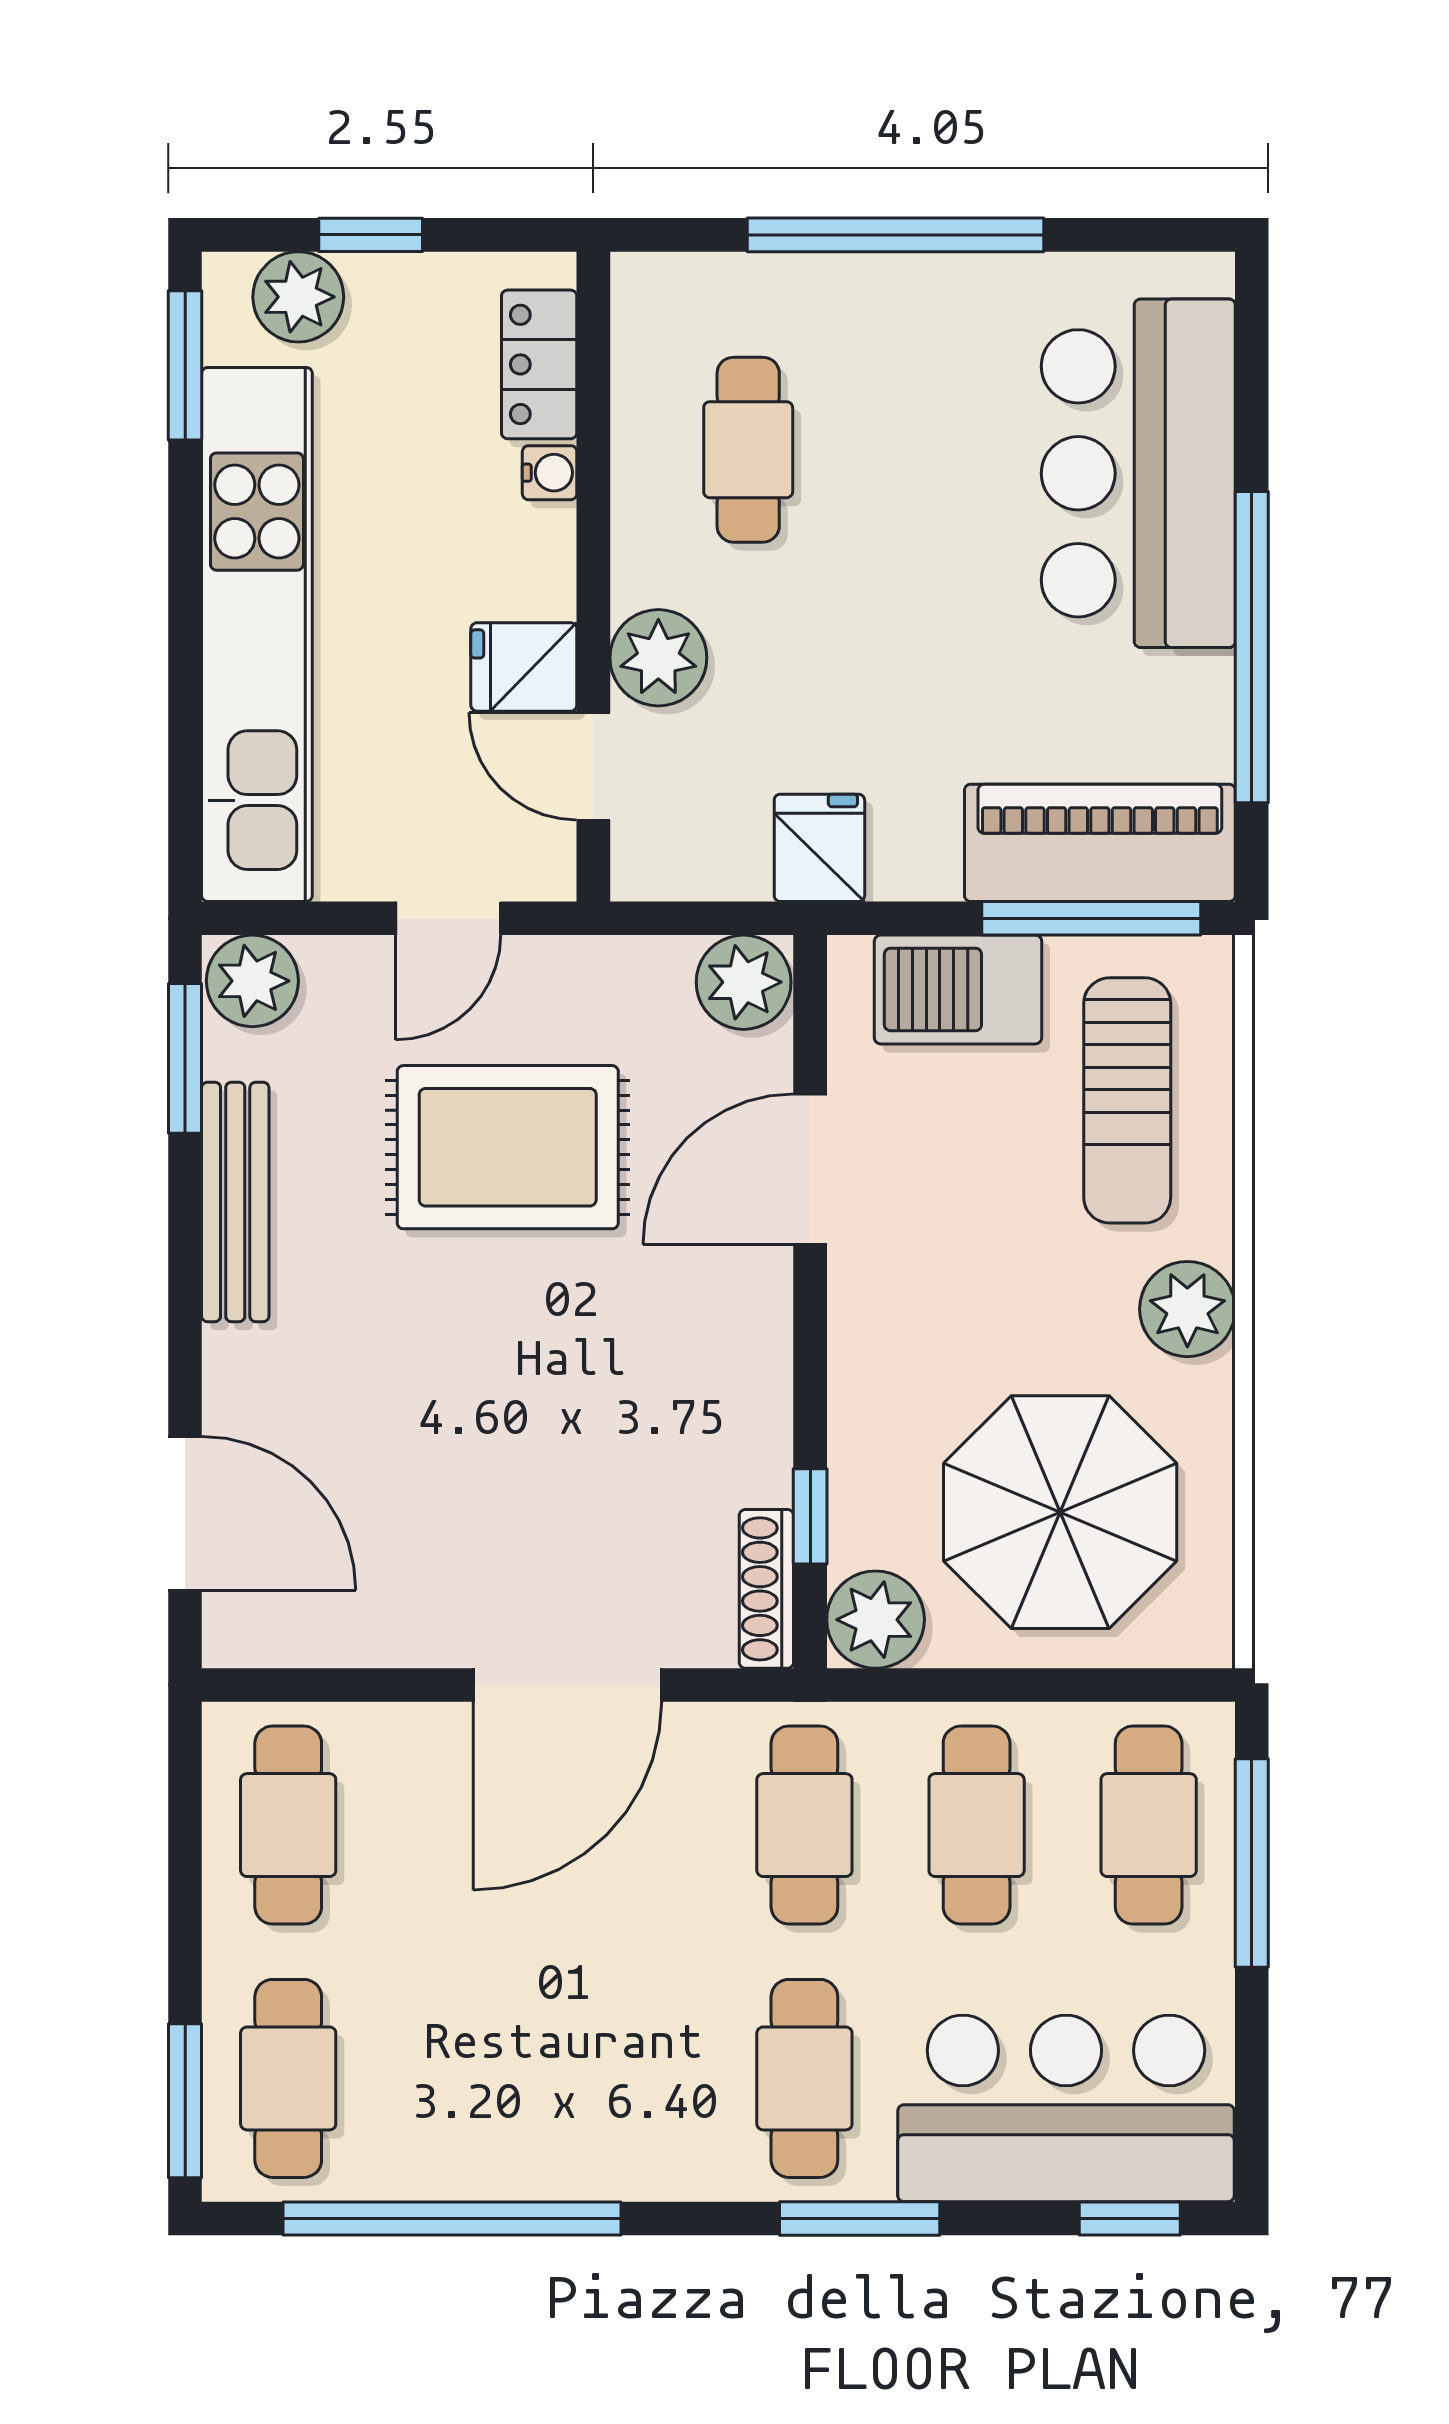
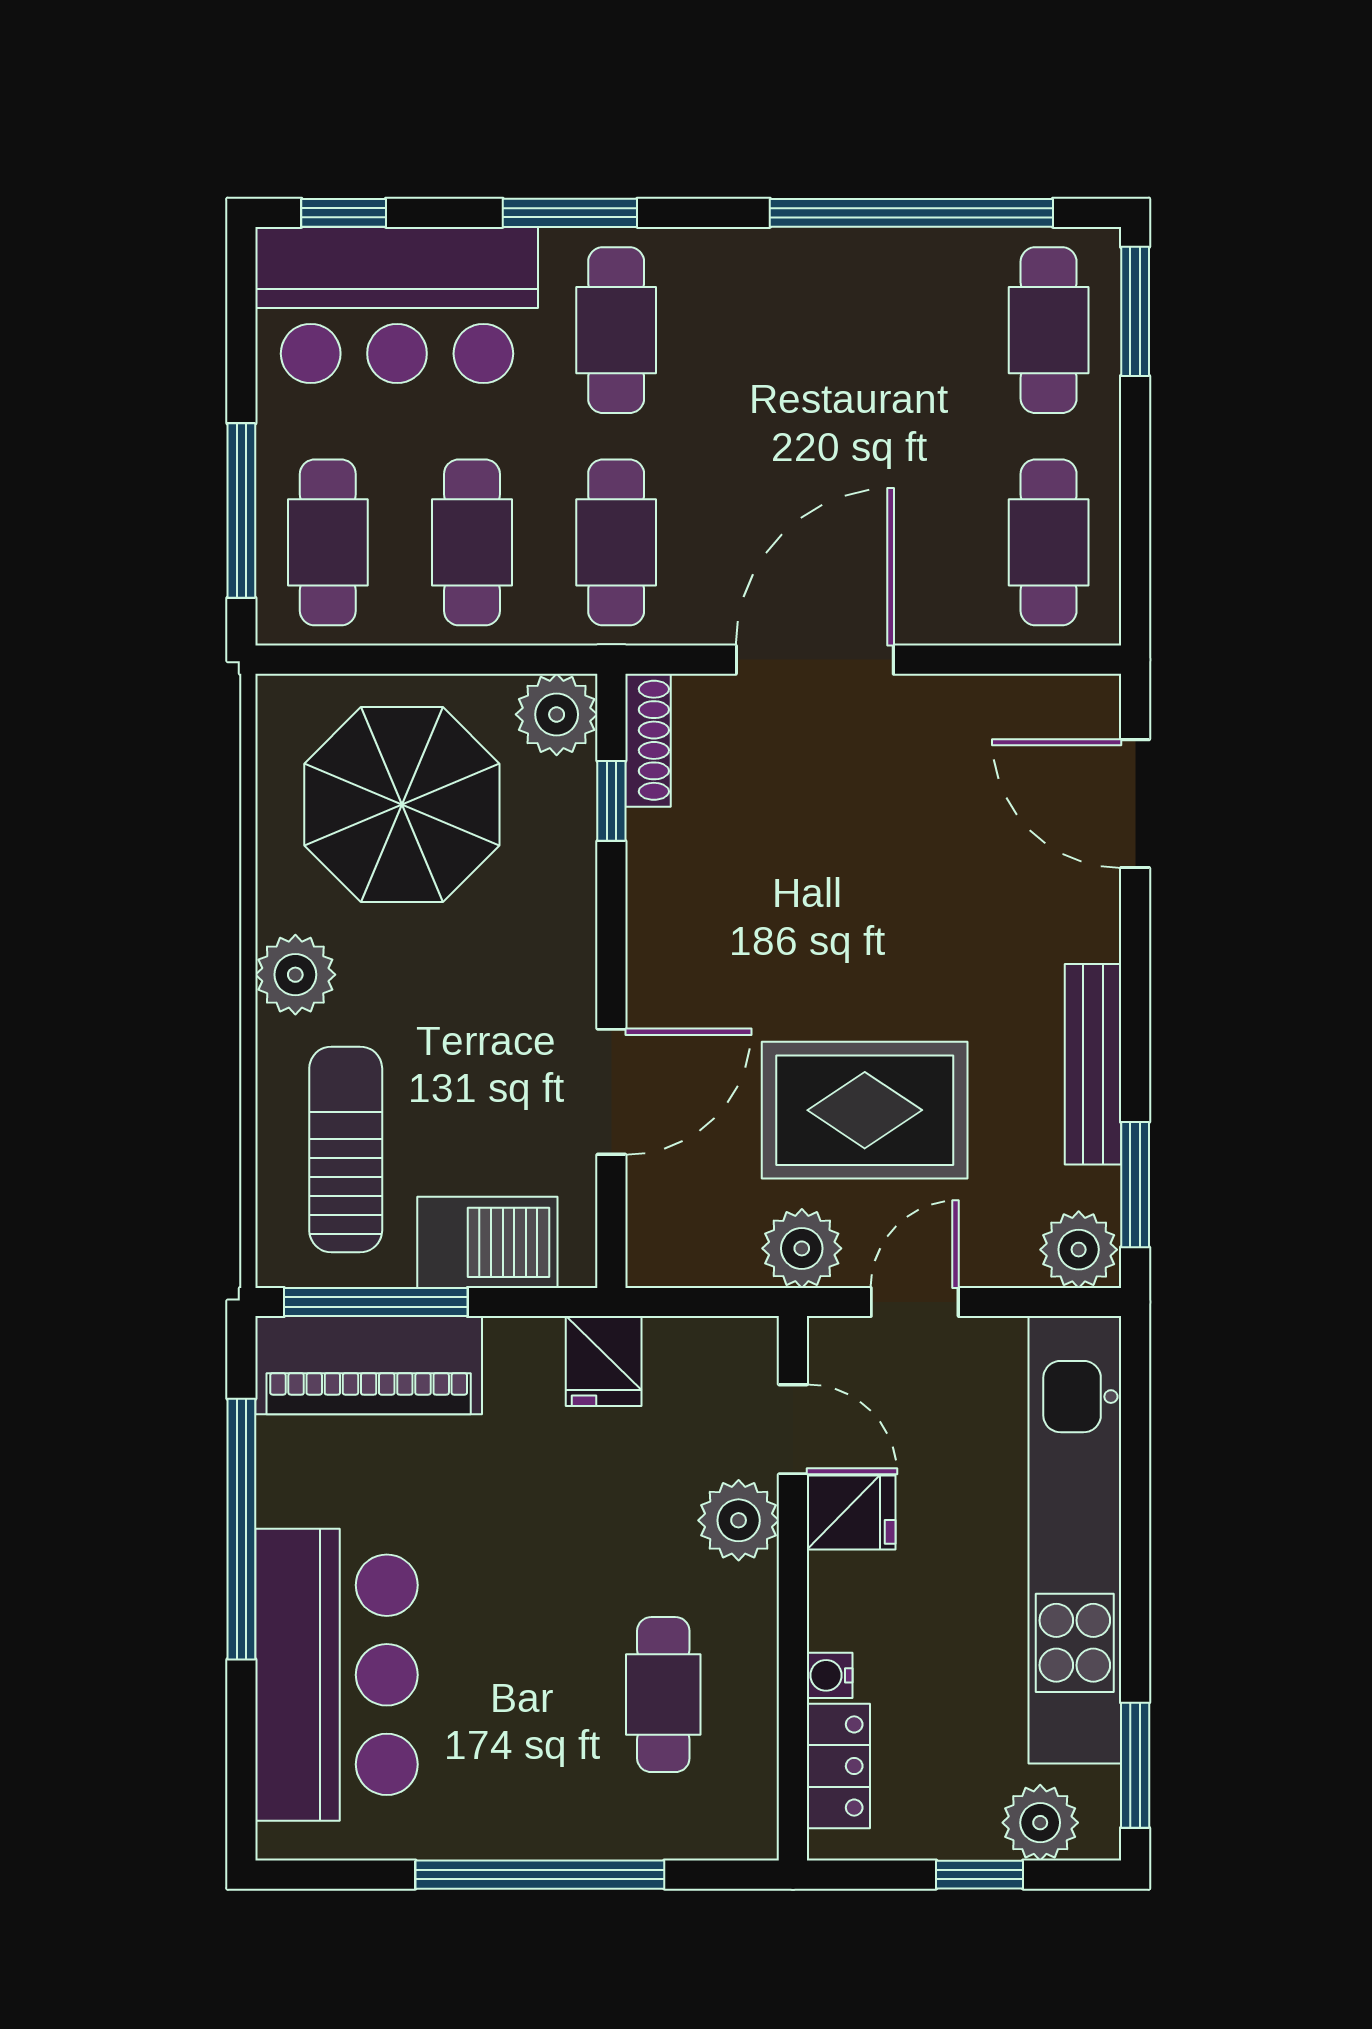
plant: (744, 982) -> (802, 1248), moved

